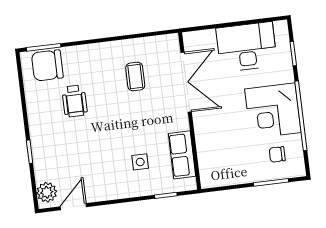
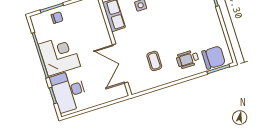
desk: (247, 47) -> (69, 91), moved, turned 90
wheelchair: (75, 101) -> (188, 59), moved, turned -90
chair: (277, 154) -> (57, 18), moved

